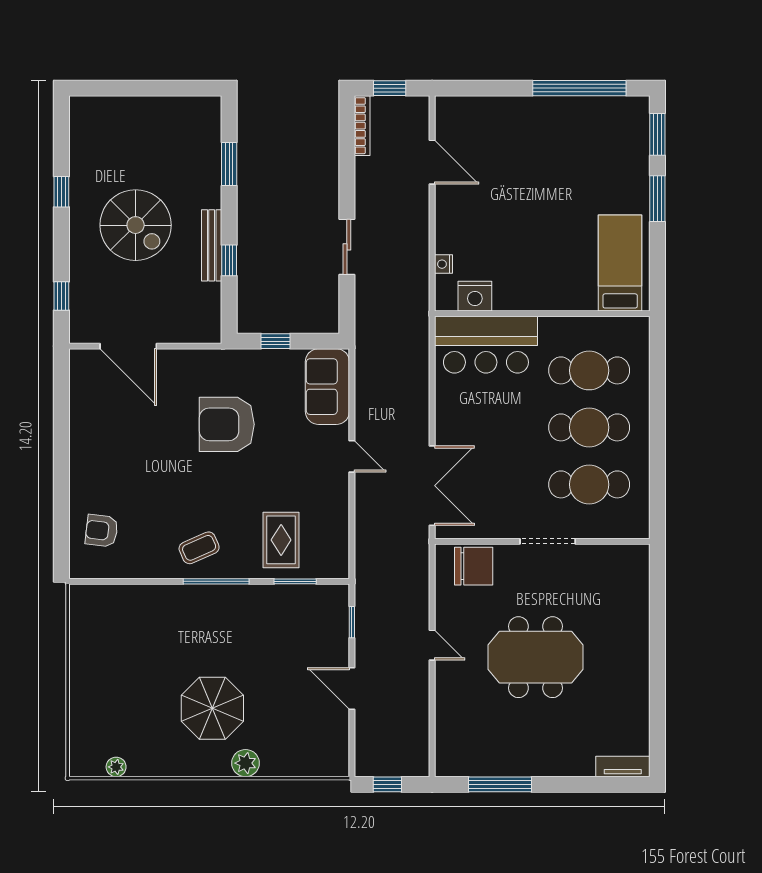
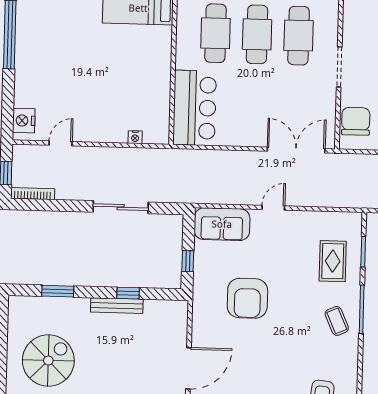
door: (432, 162) -> (61, 143), width x0.73
spiral stairs: (136, 225) -> (48, 360), moved
sliding door: (347, 247) -> (121, 207), width x1.37
nightstand: (475, 296) -> (24, 121), moved, turned 180
rug: (281, 540) -> (333, 261), turned 90

